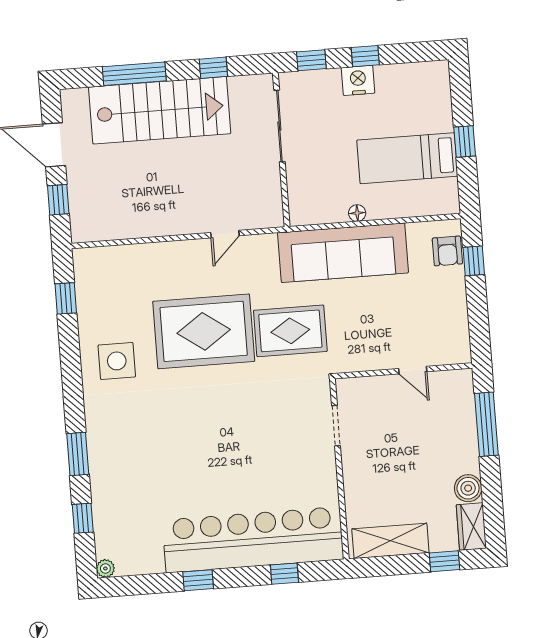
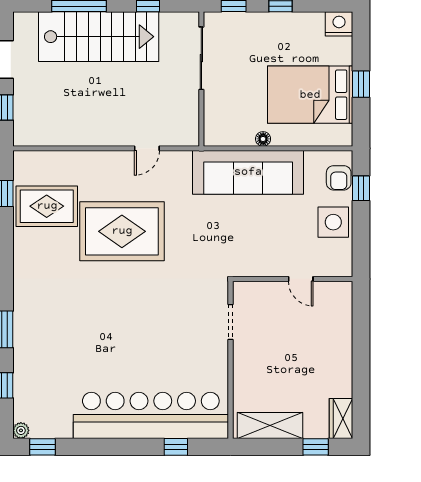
nightstand: (358, 80) -> (339, 24), moved
bed: (407, 158) -> (310, 95), width x1.50
rug: (290, 331) -> (47, 206), moved
side table: (117, 361) -> (333, 222), moved
window: (486, 424) -> (361, 331), removed
boiler: (468, 488) -> (341, 385), removed
window: (198, 580) -> (42, 447), moved

